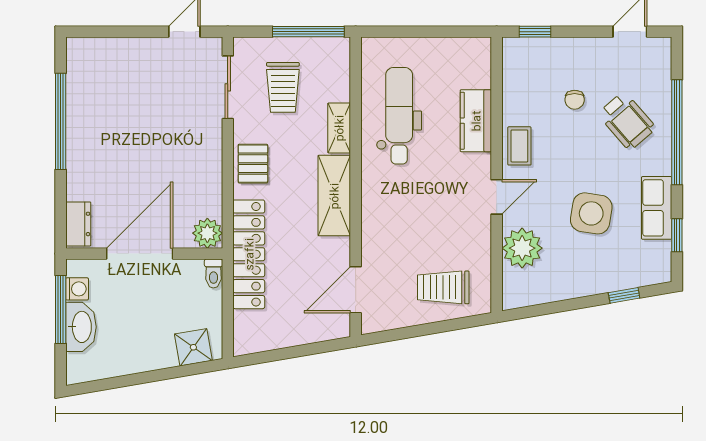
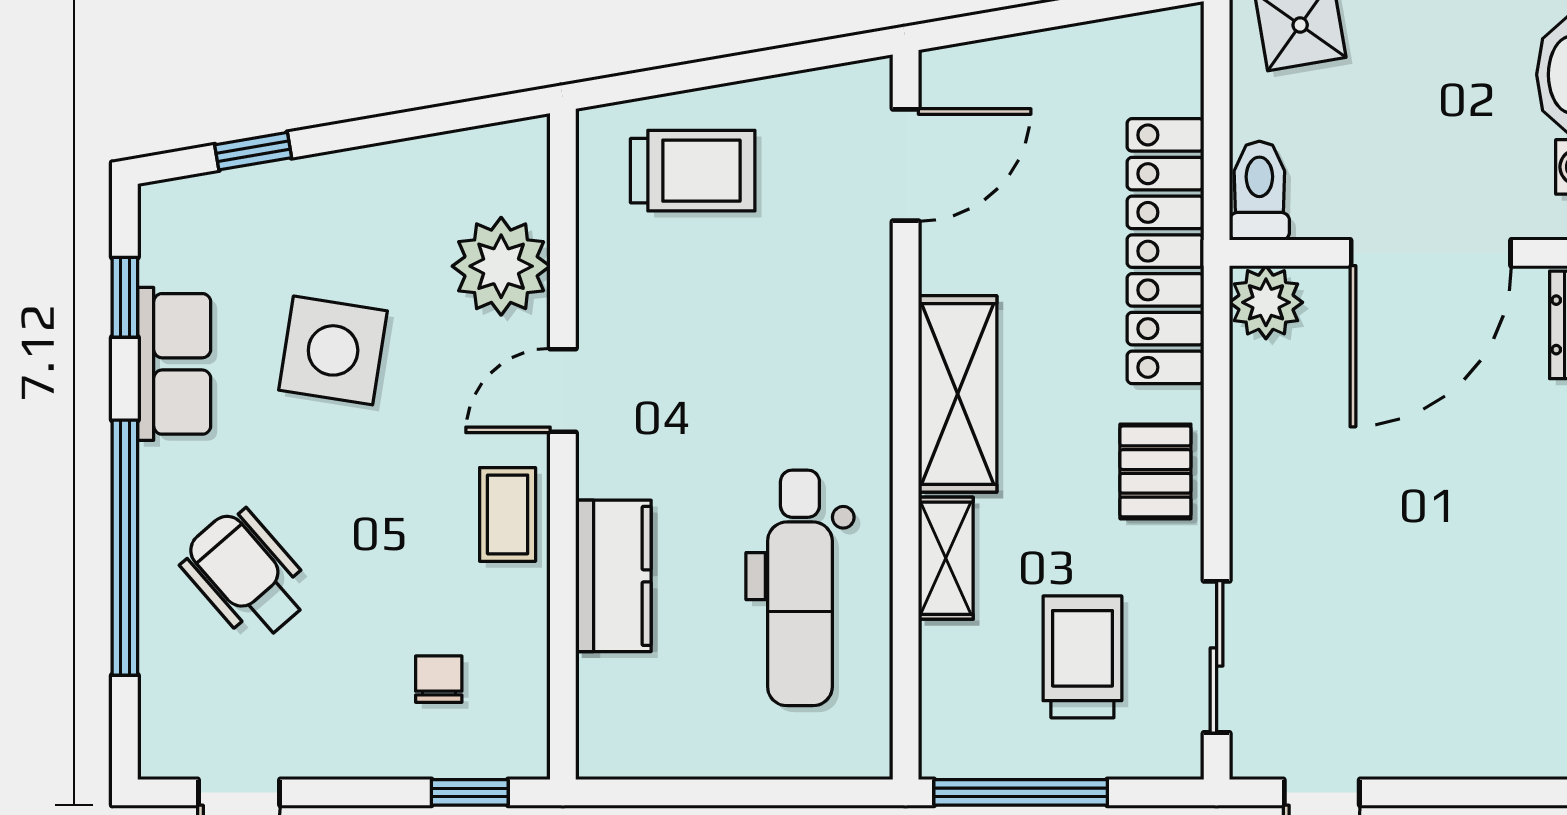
chair: (575, 100) -> (439, 679), moved
toilet: (213, 273) -> (1259, 191), width x1.37, depth x1.39

